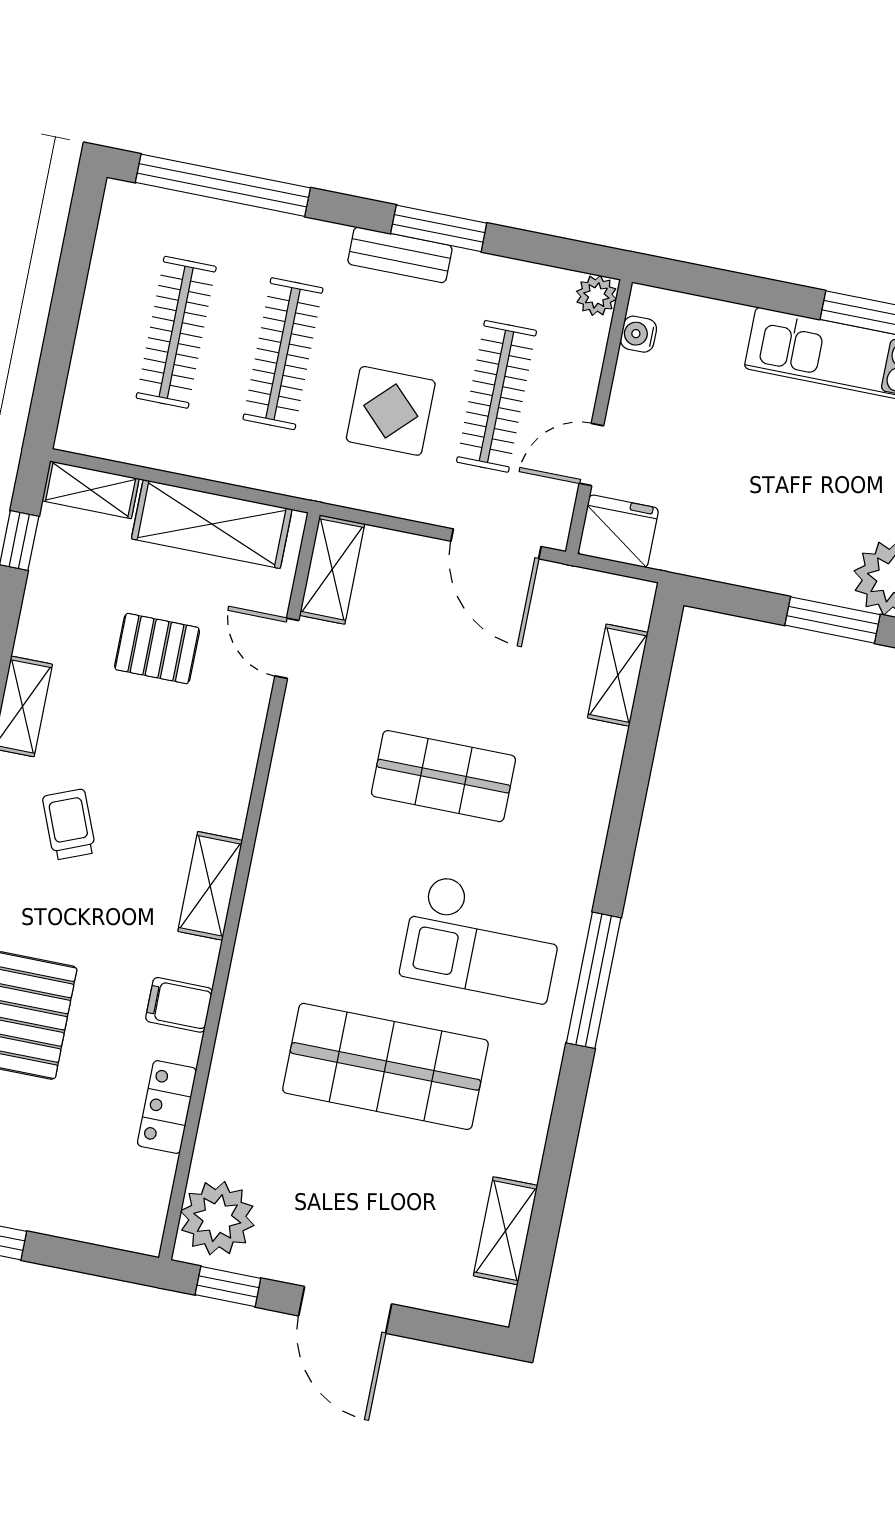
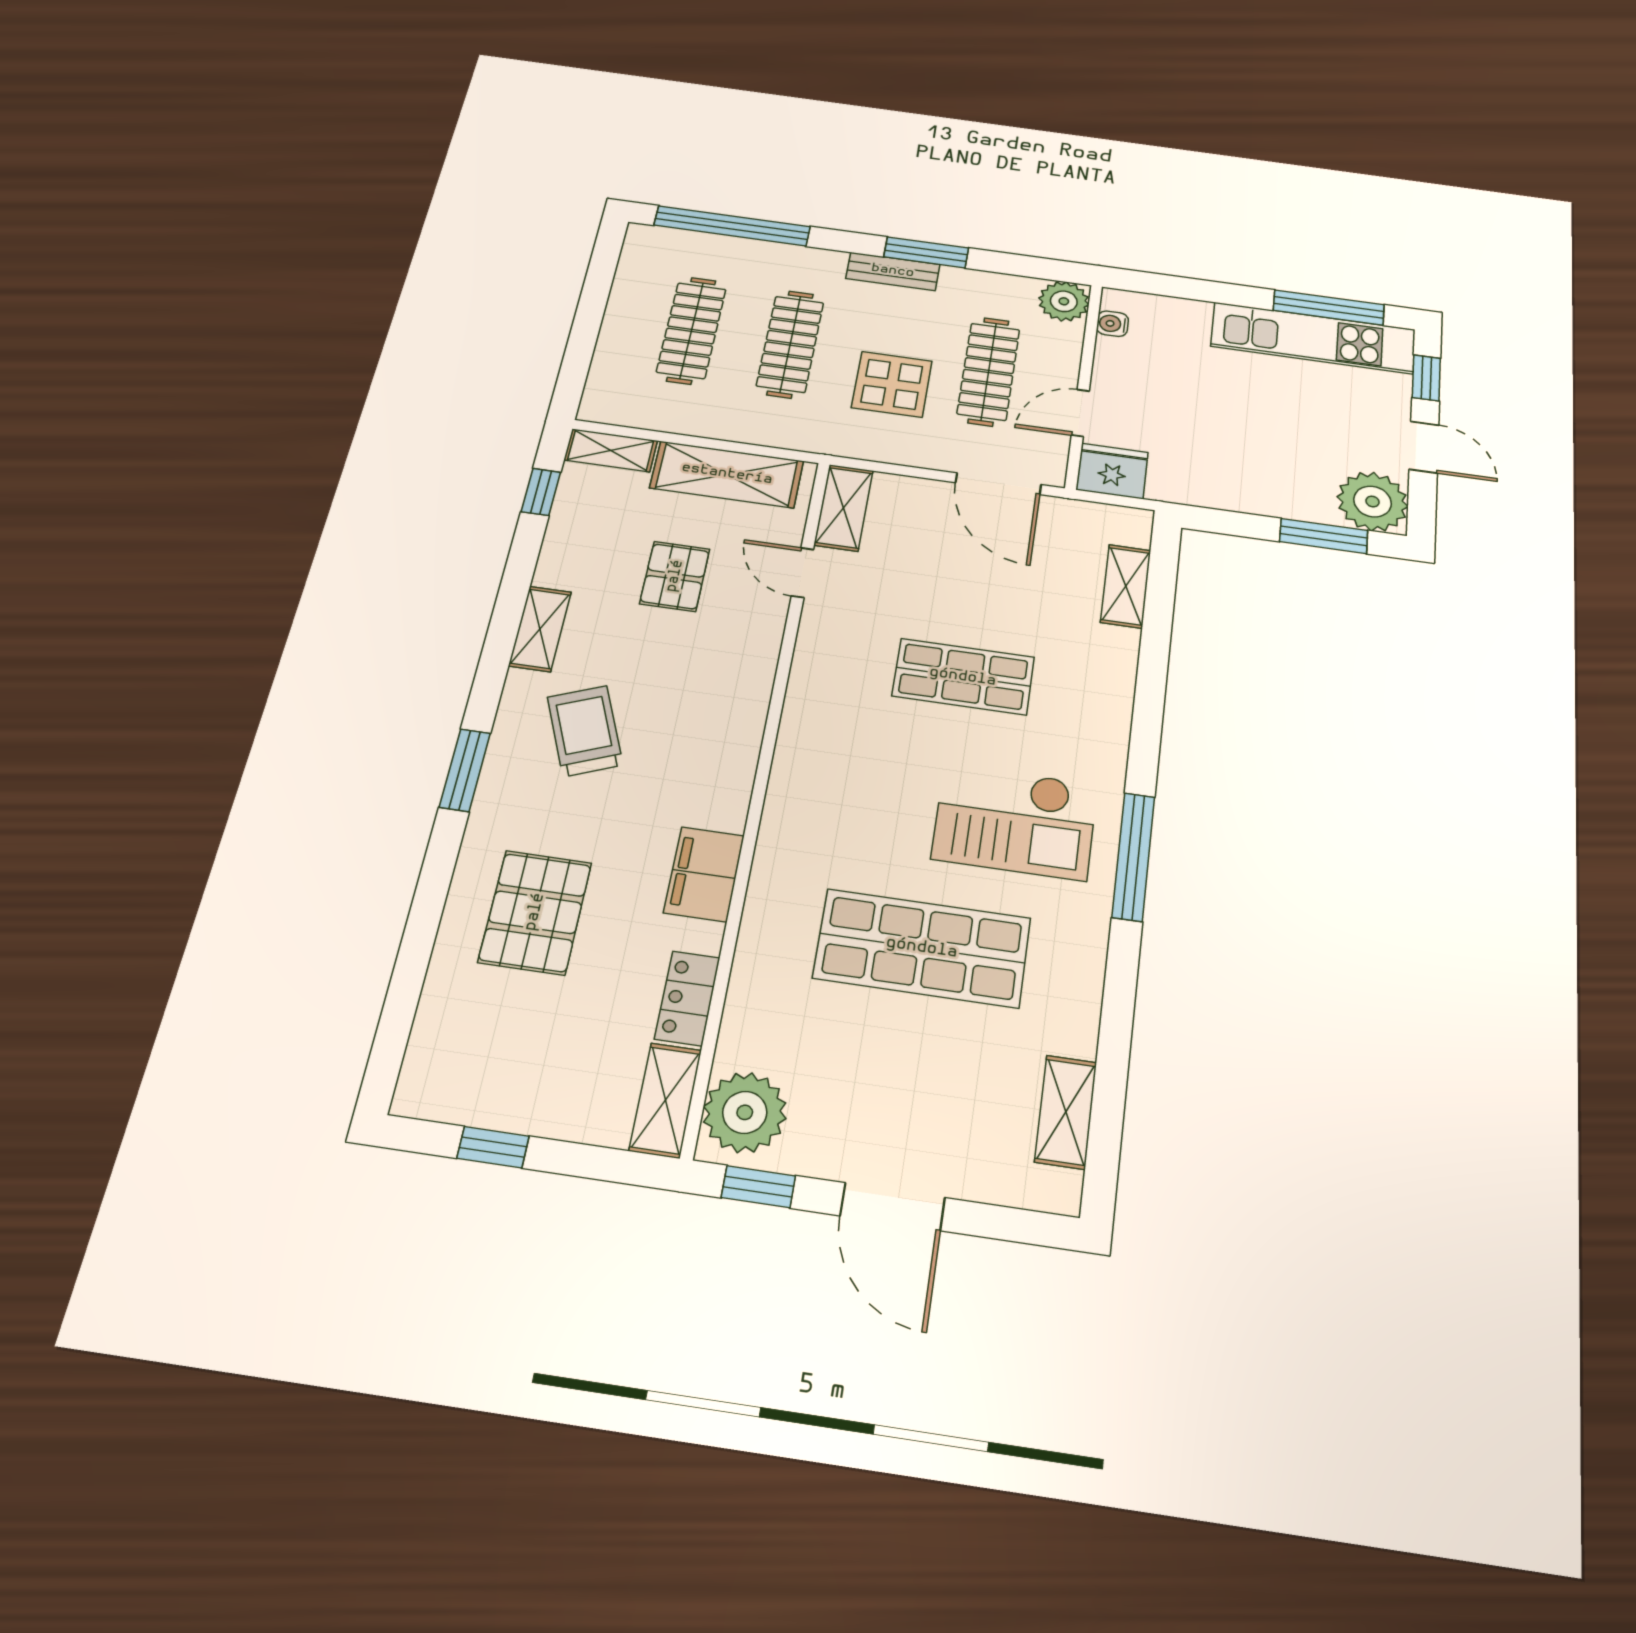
plant: (596, 295) -> (1064, 301), width x1.38, depth x1.38
pallet: (157, 649) -> (675, 576), turned 90
trolley: (69, 824) -> (585, 731), width x1.36, depth x1.39
shelving: (210, 886) -> (665, 1100), moved
filing cabinet: (179, 1005) -> (704, 874), width x2.00

